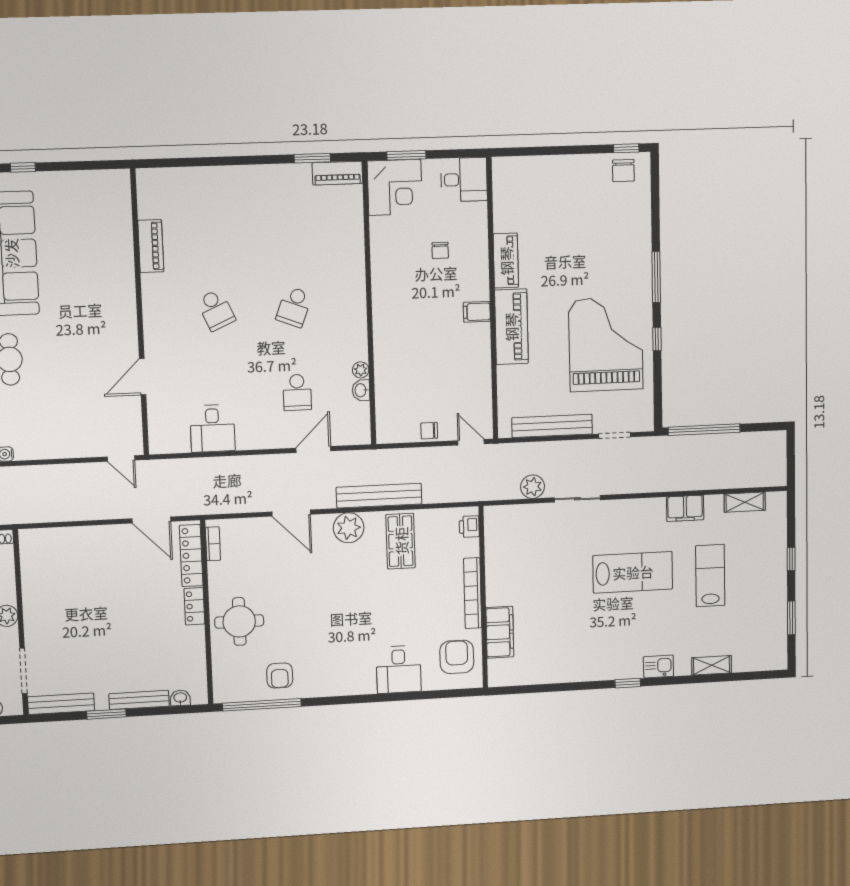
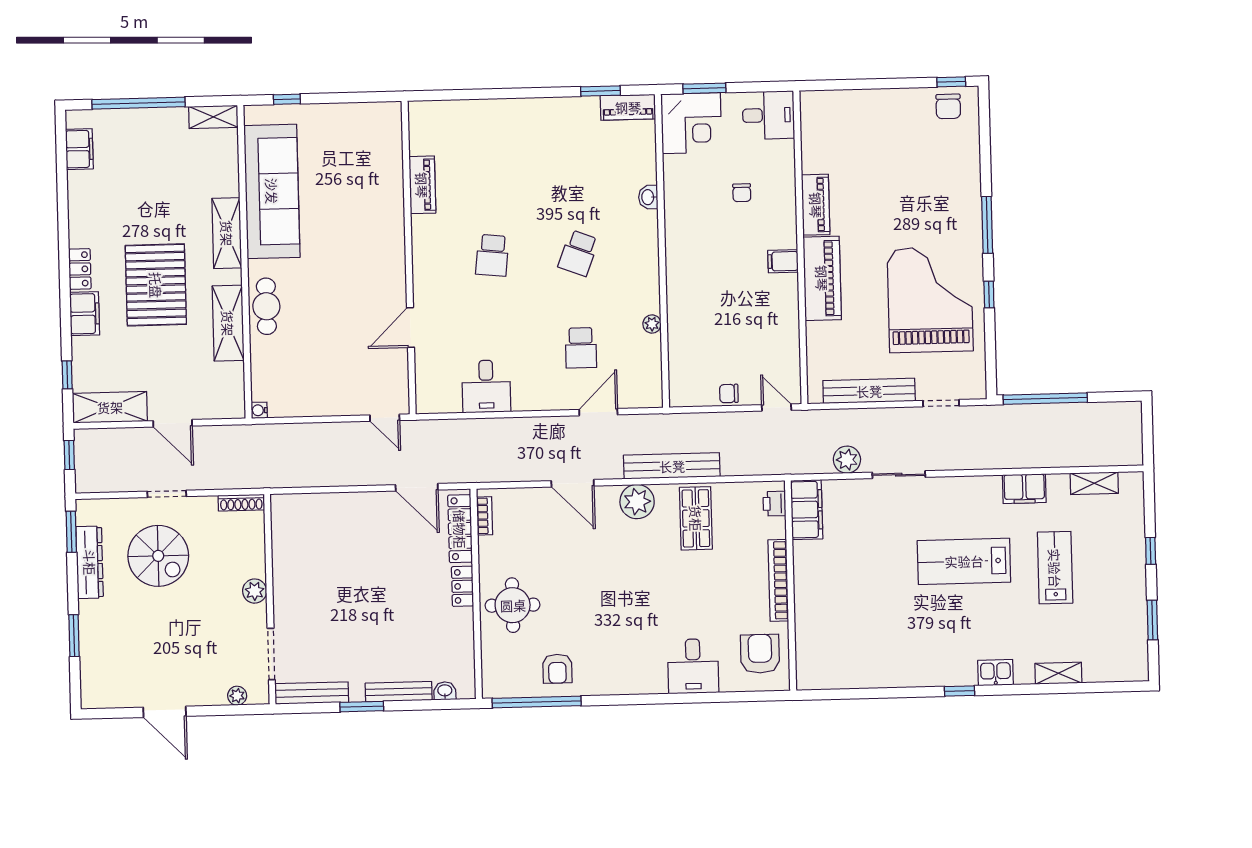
school desk: (216, 310) -> (492, 255), turned 30
washbasin: (361, 390) -> (648, 197), moved
lab bench: (633, 572) -> (964, 561), turned 180
filing cabinet: (500, 632) -> (807, 510), moved

